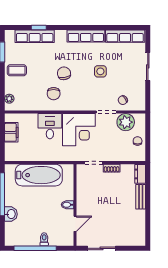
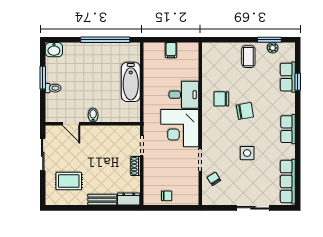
row of seats: (35, 36) -> (288, 77), width x0.68
row of seats: (86, 36) -> (288, 129), width x0.68
plant: (9, 99) -> (273, 48), moved
plant: (126, 122) -> (189, 182), removed
filing cabinet: (11, 132) -> (171, 50), width x0.50
bathtub: (39, 175) -> (131, 82), width x0.73, depth x0.73
washbasin: (11, 214) -> (54, 50), moved
rug: (125, 226) -> (69, 181), added
window: (35, 248) -> (43, 78), width x0.47

